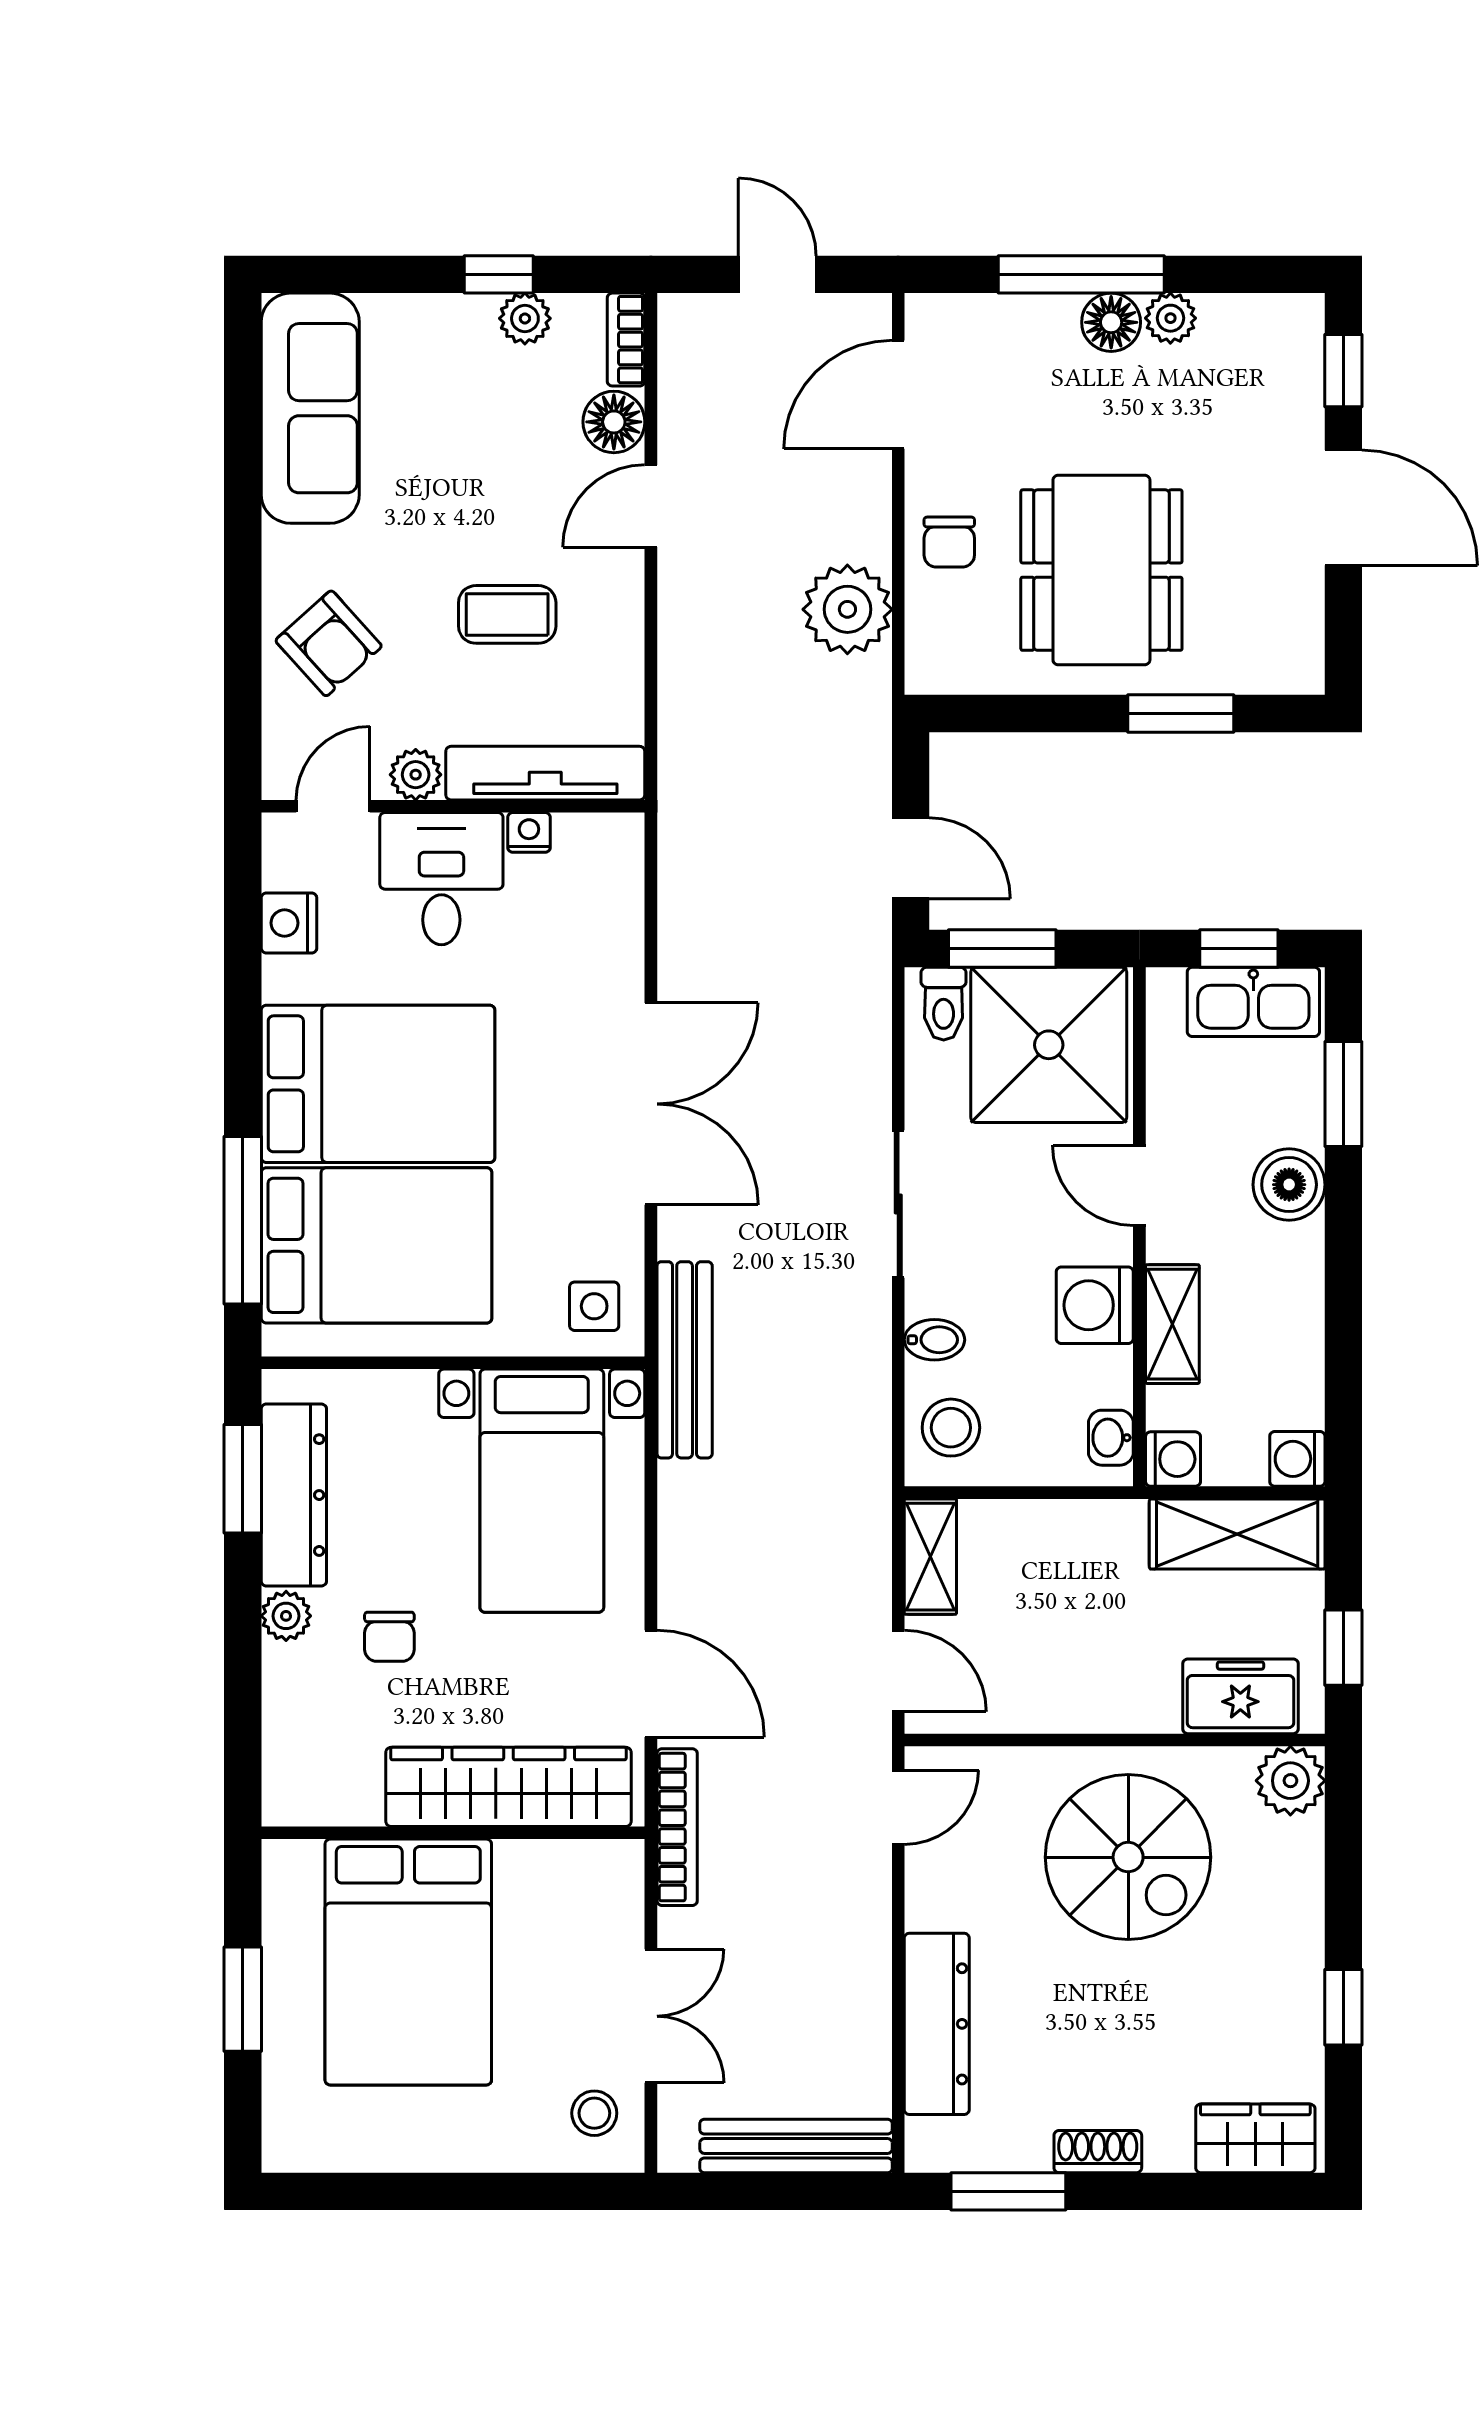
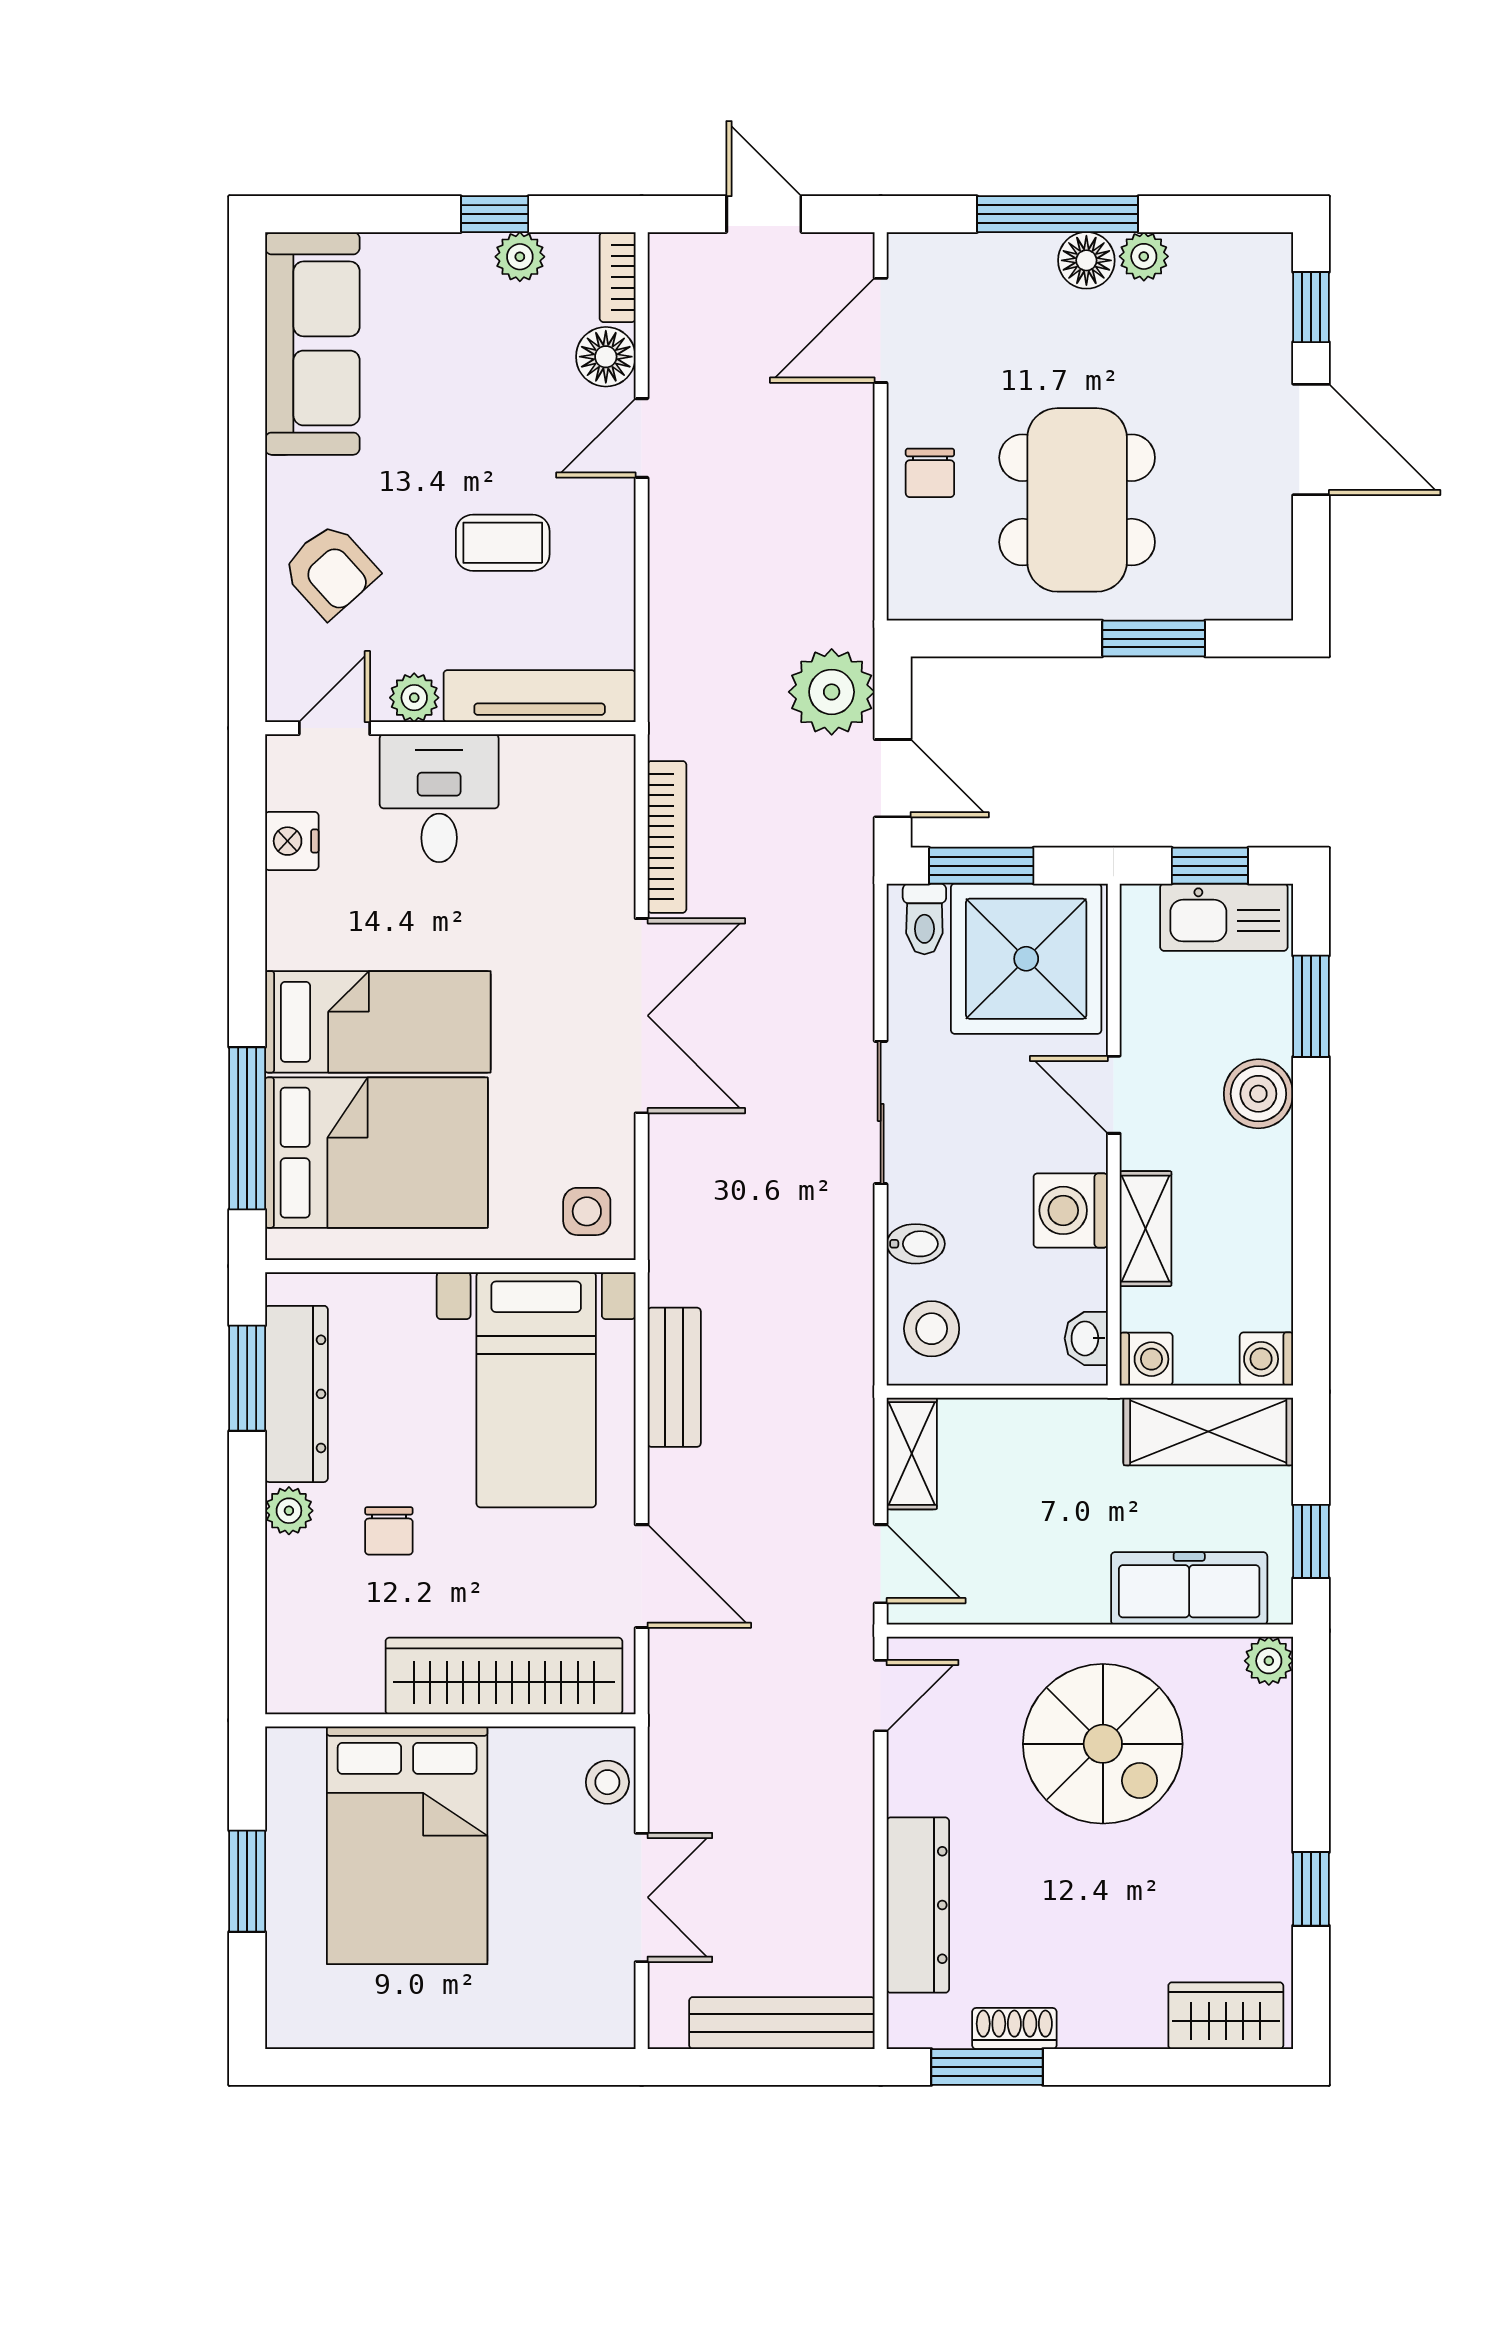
plant: (847, 609) -> (832, 692), moved
nightstand: (529, 832) -> (524, 753), removed
bed: (378, 1084) -> (378, 1022), width x0.67
bench: (685, 1360) -> (674, 1377), moved, width x0.73
freezer: (1240, 1696) -> (1189, 1588), width x1.40
plant: (1290, 1781) -> (1269, 1661), width x0.73, depth x0.73
bookcase: (677, 1827) -> (667, 837), moved
stool: (594, 2113) -> (607, 1782), moved
shoe rack: (1098, 2152) -> (1014, 2028), moved

